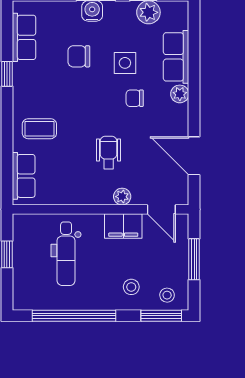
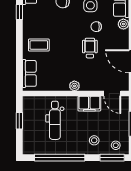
wheelchair: (109, 153) -> (90, 48), moved
plant: (122, 197) -> (74, 86), moved

